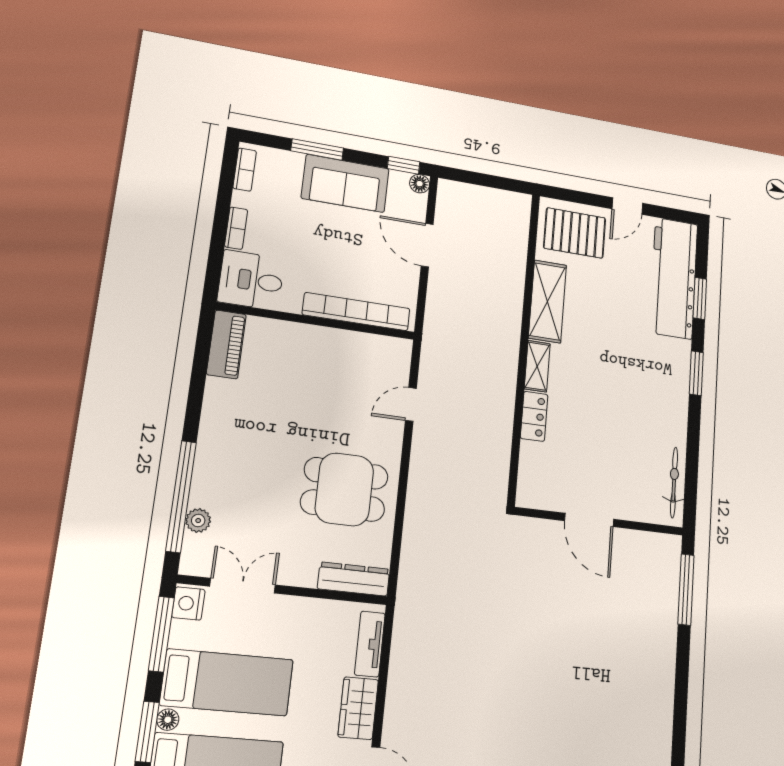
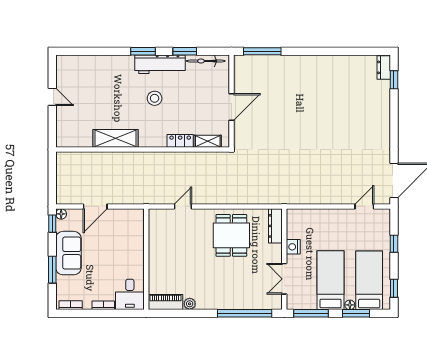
pallet: (575, 233) -> (74, 126), removed
workbench: (674, 278) -> (160, 64), moved, width x0.73, depth x0.76
window: (700, 298) -> (185, 51), moved
bookcase: (356, 312) -> (138, 240), removed
shelving: (537, 366) -> (208, 141), moved
stool: (614, 381) -> (155, 98), added
door: (411, 404) -> (183, 206), swing flipped
plant: (198, 520) -> (190, 304), moved
nightstand: (188, 603) -> (293, 247), moved, turned 90
tv unit: (370, 644) -> (306, 215), removed
wardrobe: (358, 708) -> (337, 217), removed

